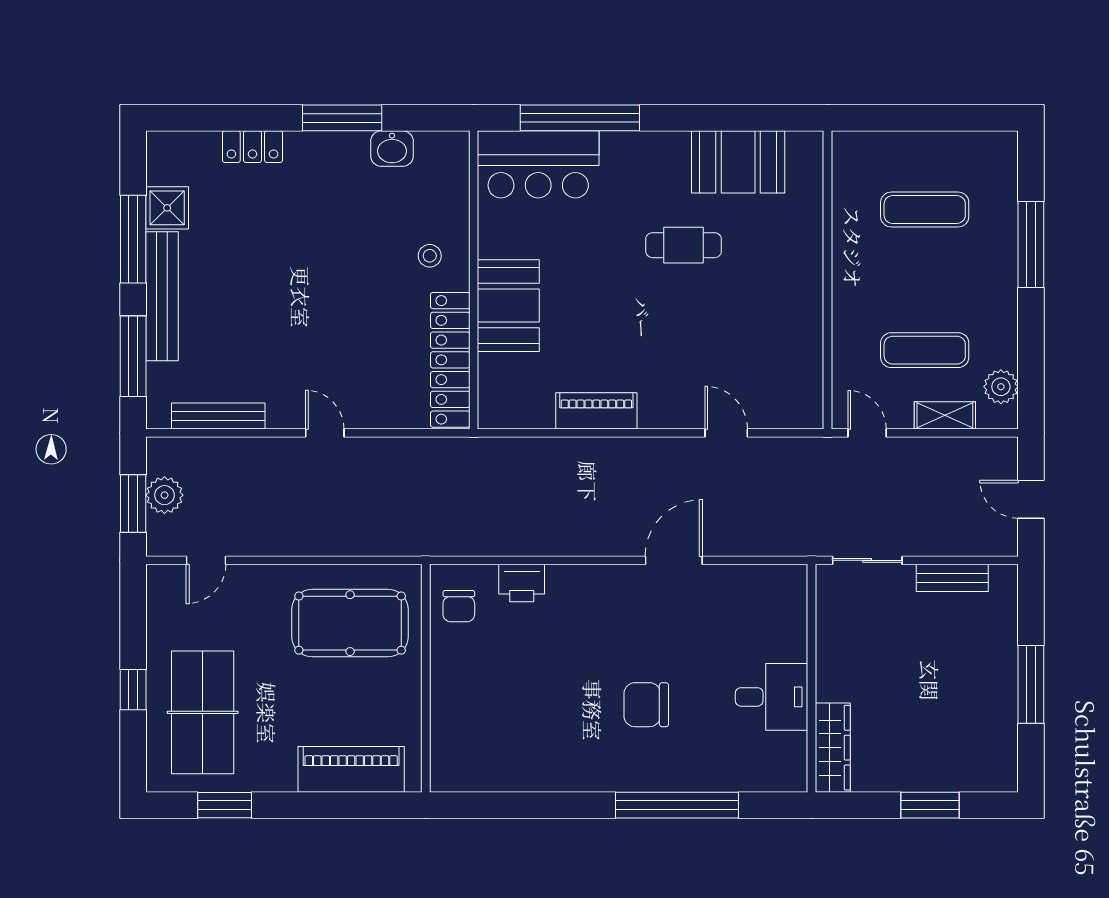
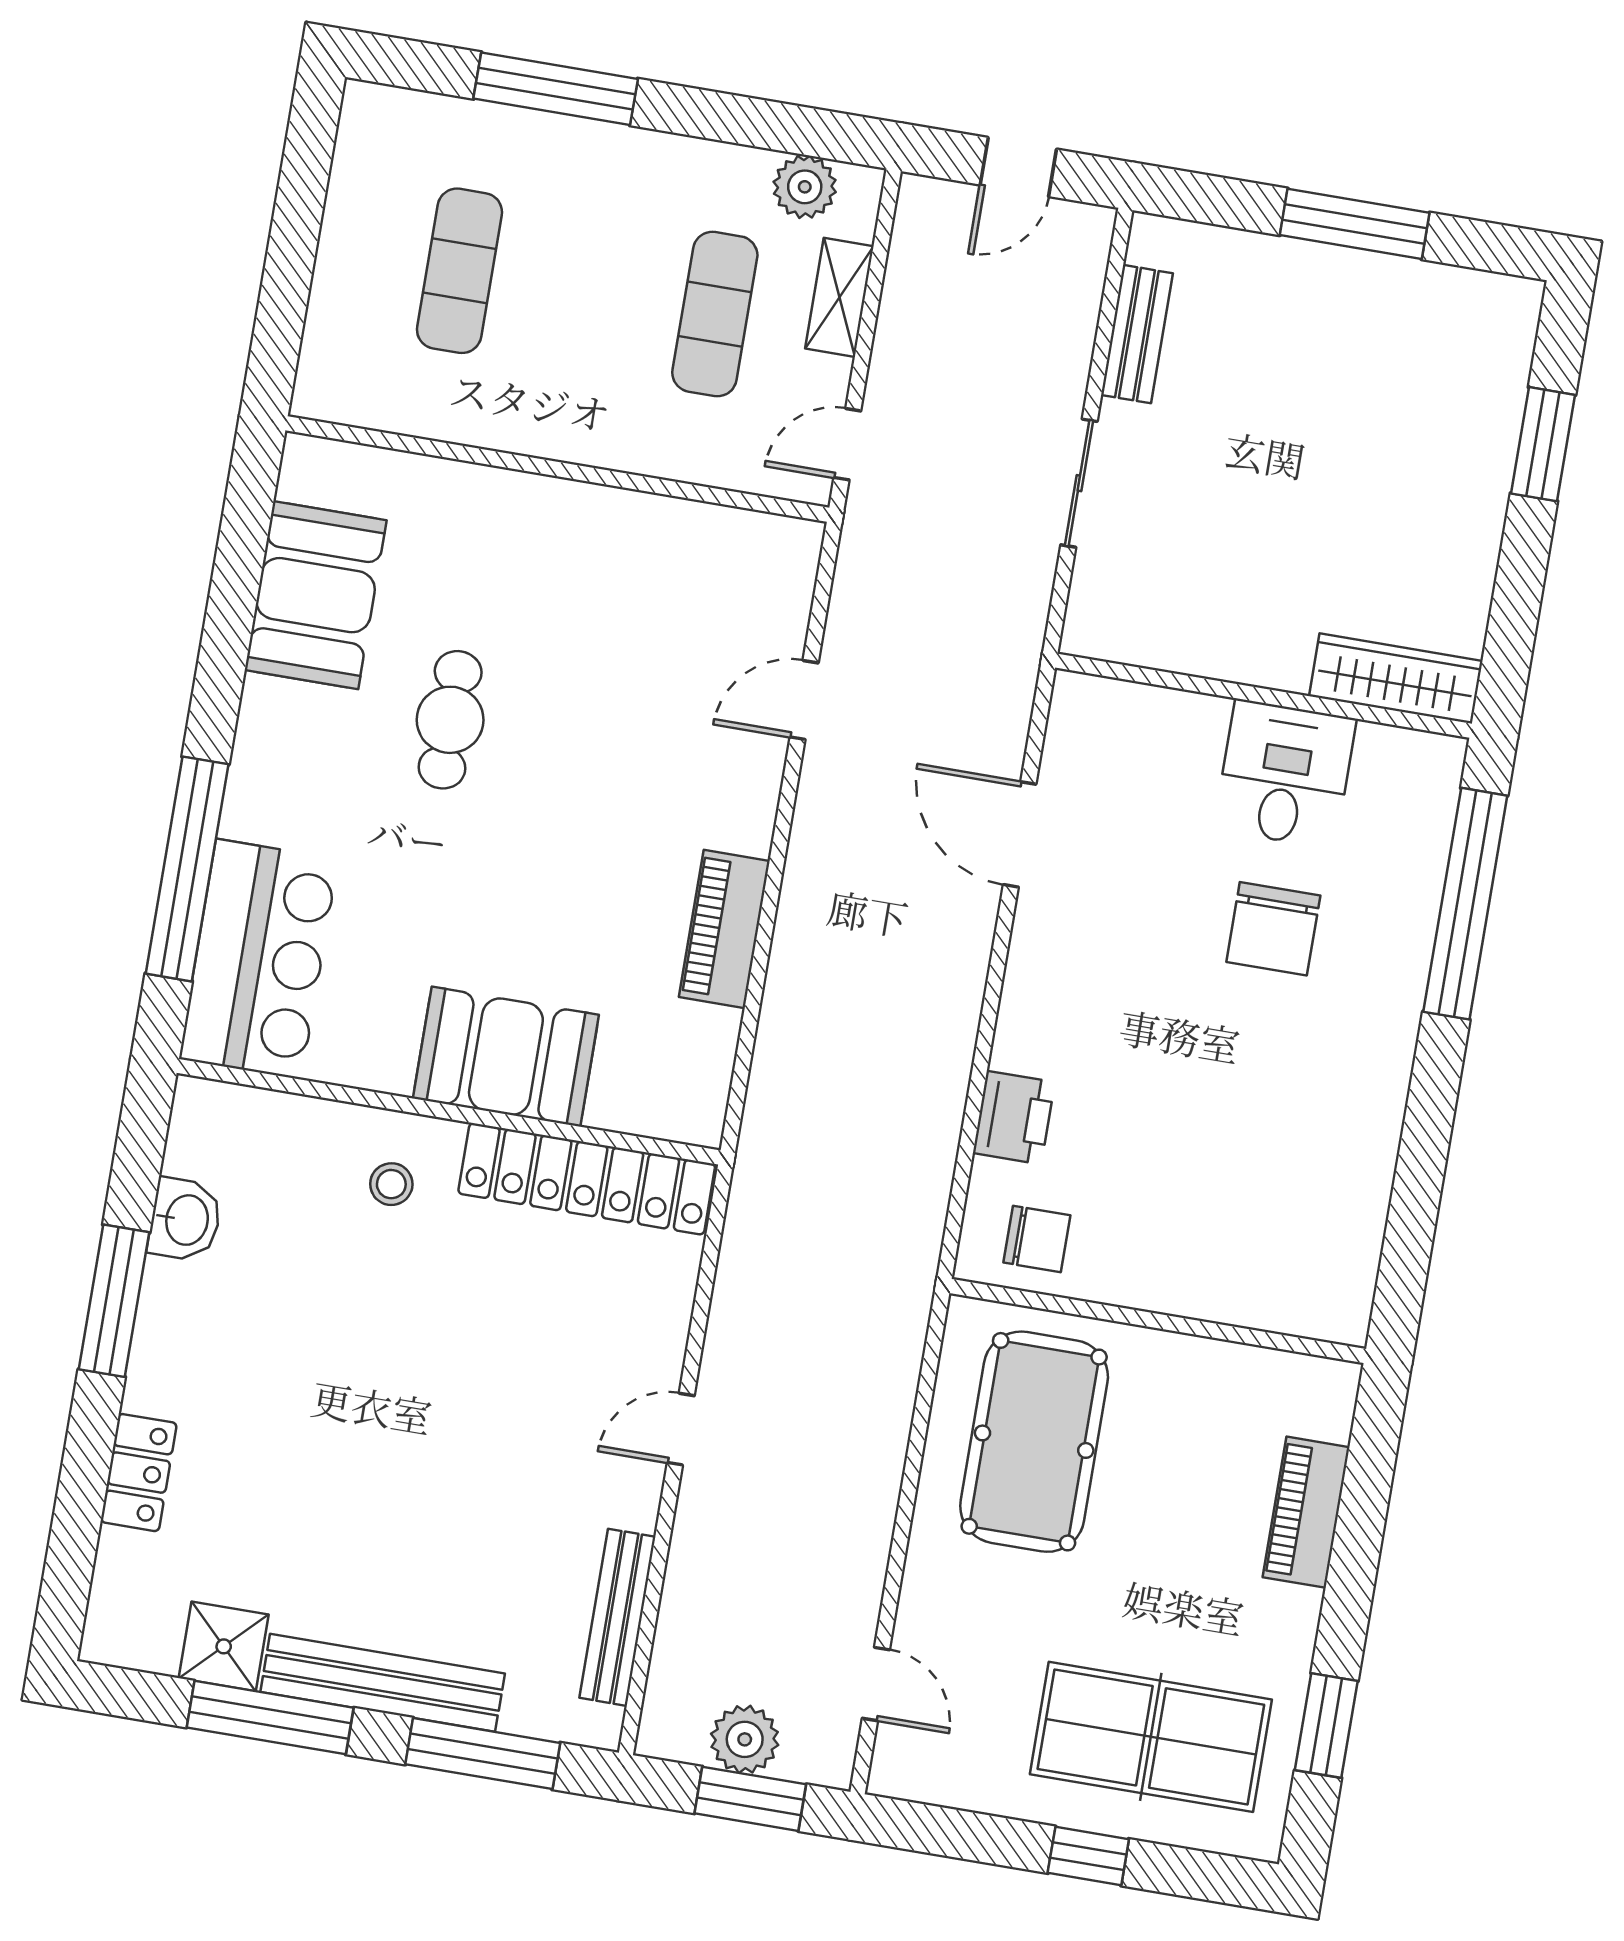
wall: (812, 678) -> (1263, 696), moved
desk: (772, 697) -> (1285, 774), moved
wardrobe: (833, 748) -> (1396, 678), moved
piano: (351, 769) -> (1306, 1512), width x0.73, depth x0.75

